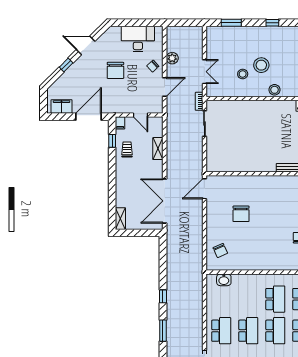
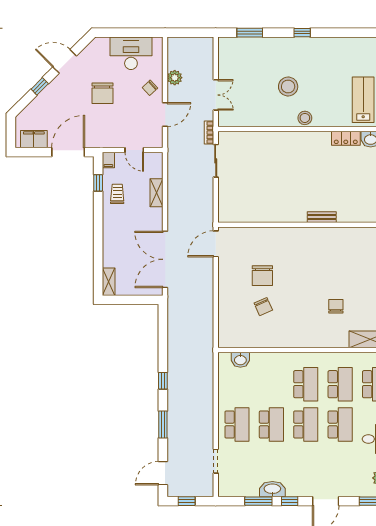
stool: (243, 74) -> (264, 98), removed
chair: (220, 251) -> (263, 307), moved

